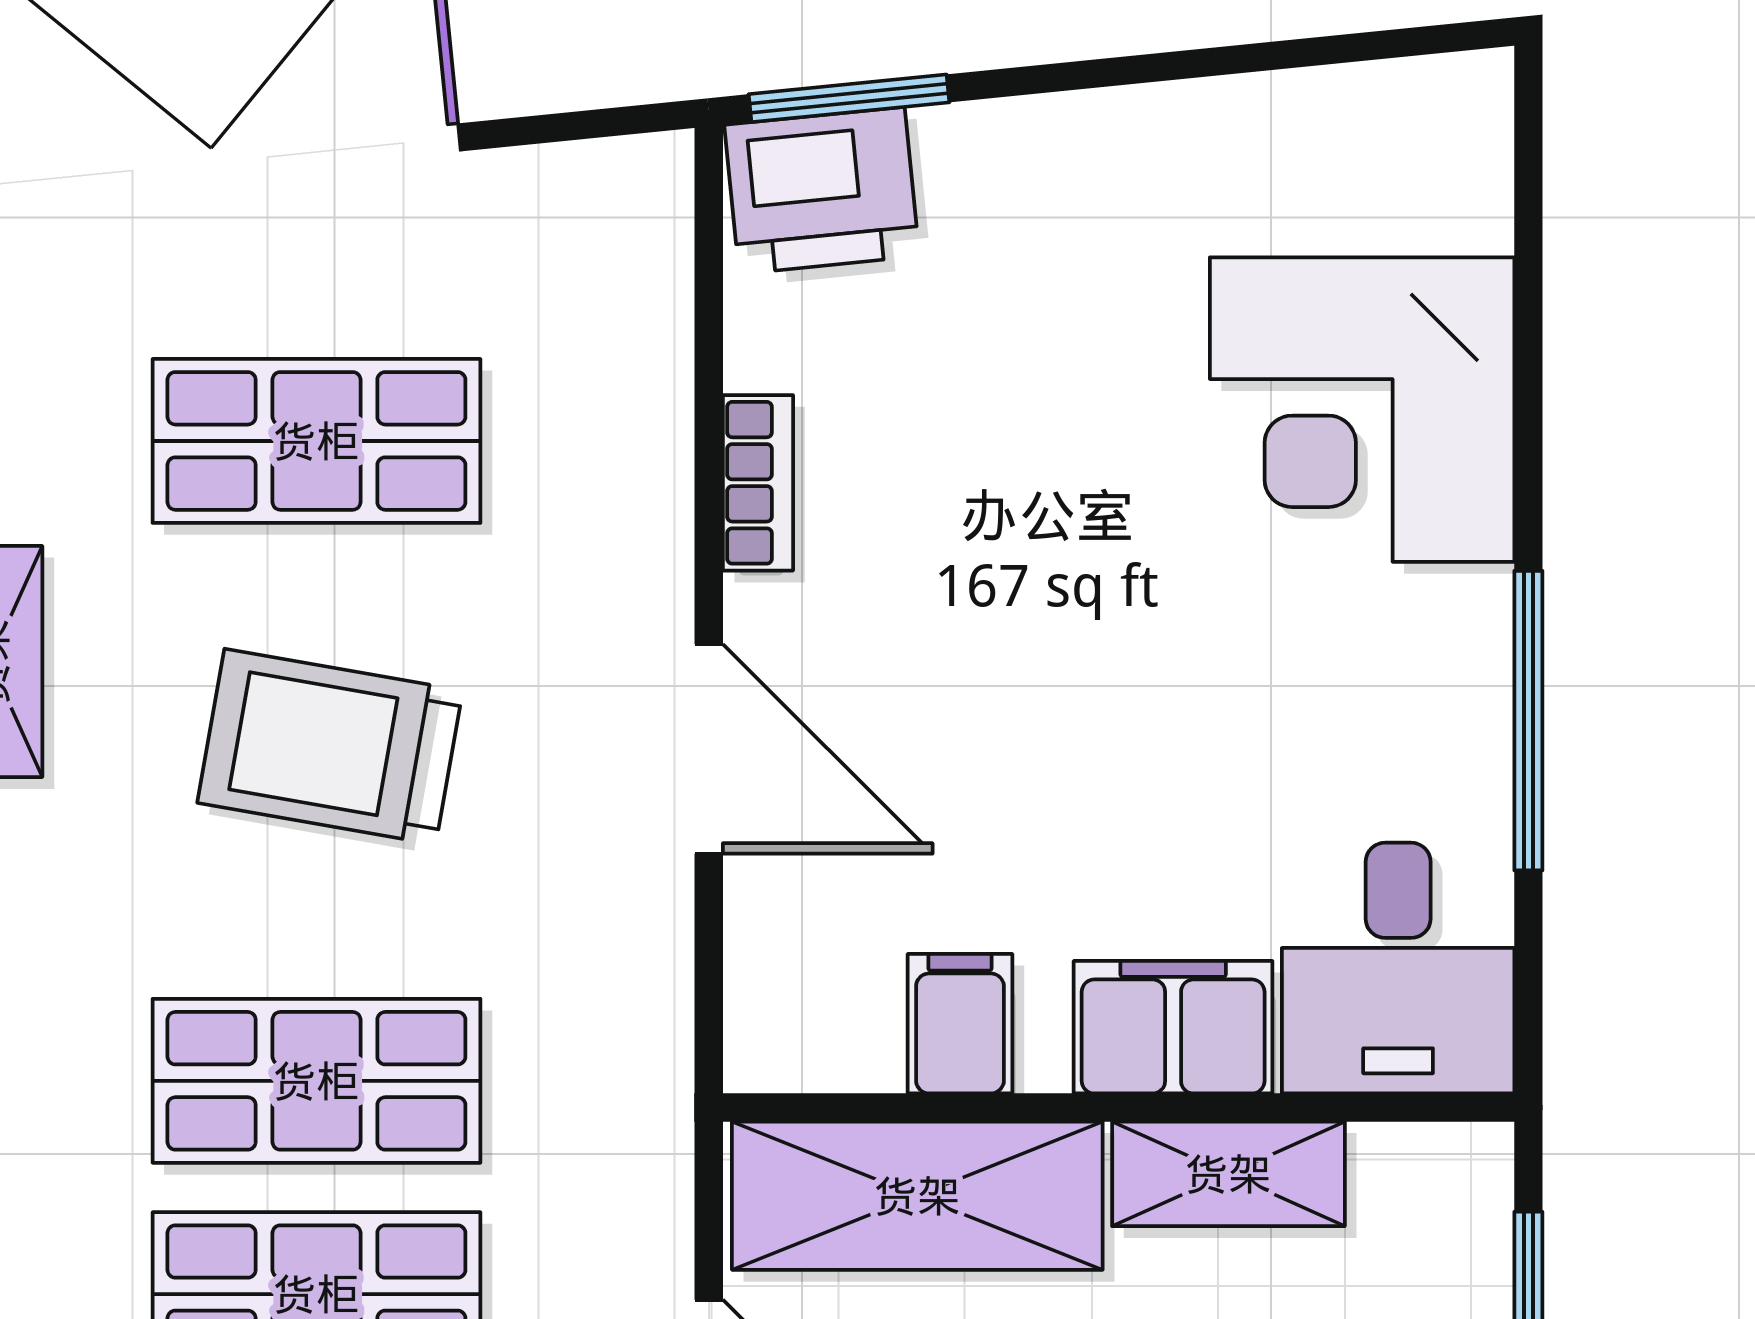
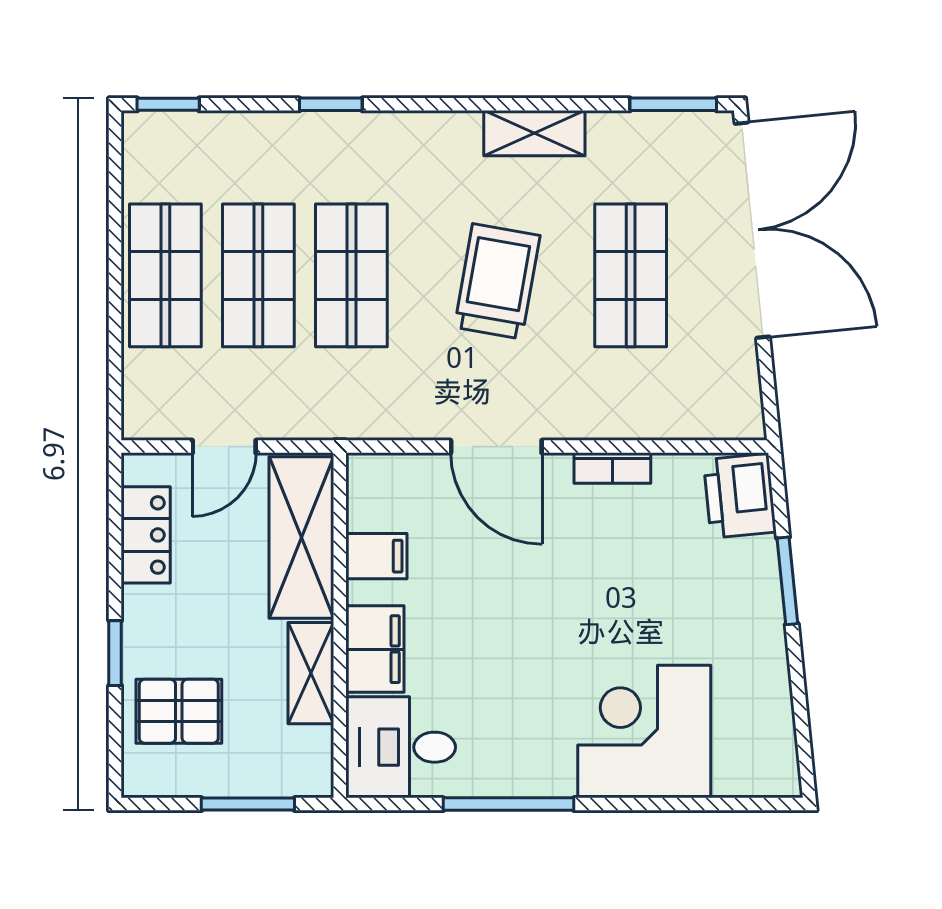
window: (849, 98) -> (787, 581), moved
door: (709, 749) -> (496, 447), hinge flipped

